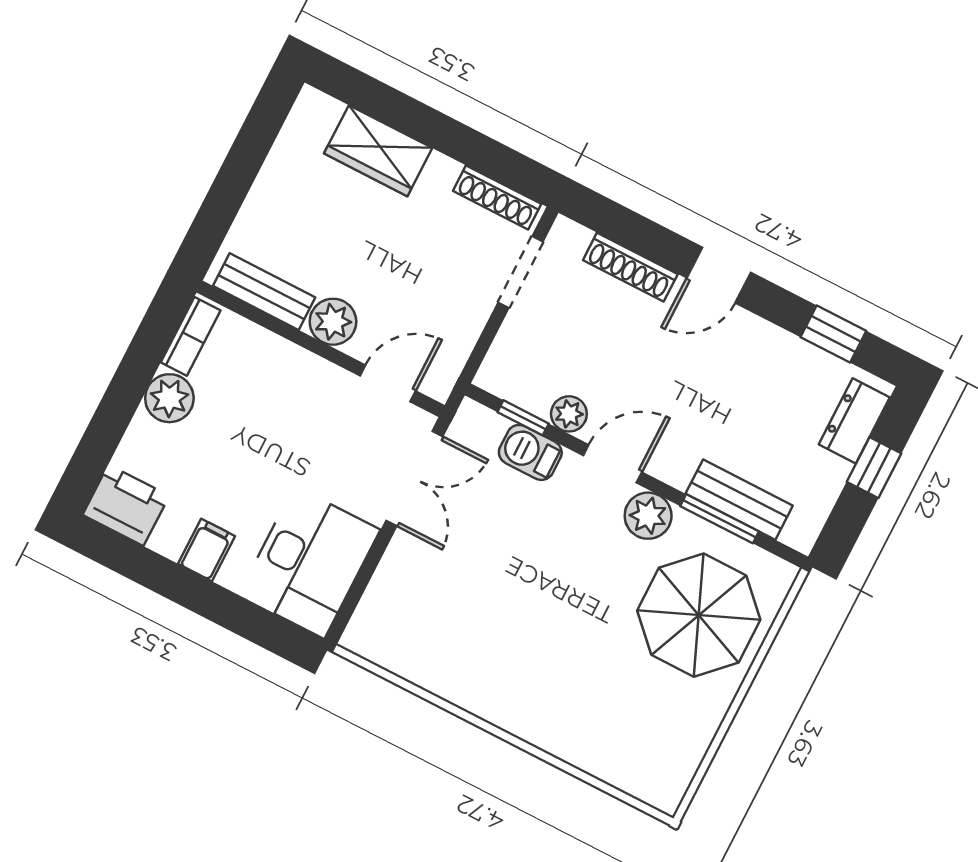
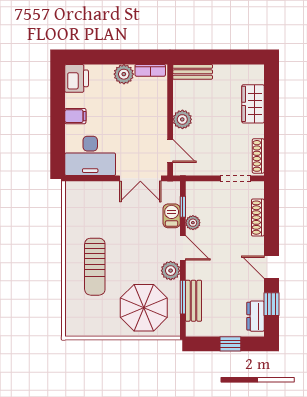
door: (719, 275) -> (271, 267), moved
bench: (264, 292) -> (193, 72), moved, turned 90
dresser: (854, 421) -> (256, 316), moved, turned -90
sun lounger: (555, 676) -> (95, 267), added

